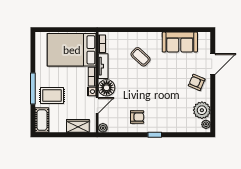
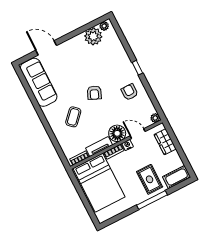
sofa: (180, 42) -> (39, 82), width x1.36
armchair: (197, 82) -> (94, 93), moved

